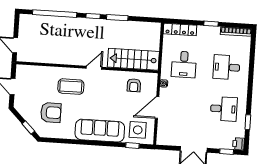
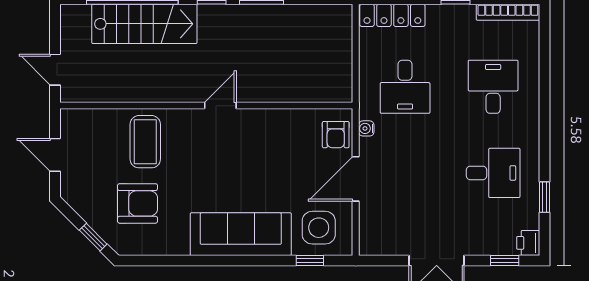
stairs: (133, 59) -> (144, 24), moved, turned 180
desk: (226, 67) -> (493, 87), turned 90
armchair: (134, 85) -> (336, 135), moved
coffee table: (71, 87) -> (145, 142), moved, turned 90

